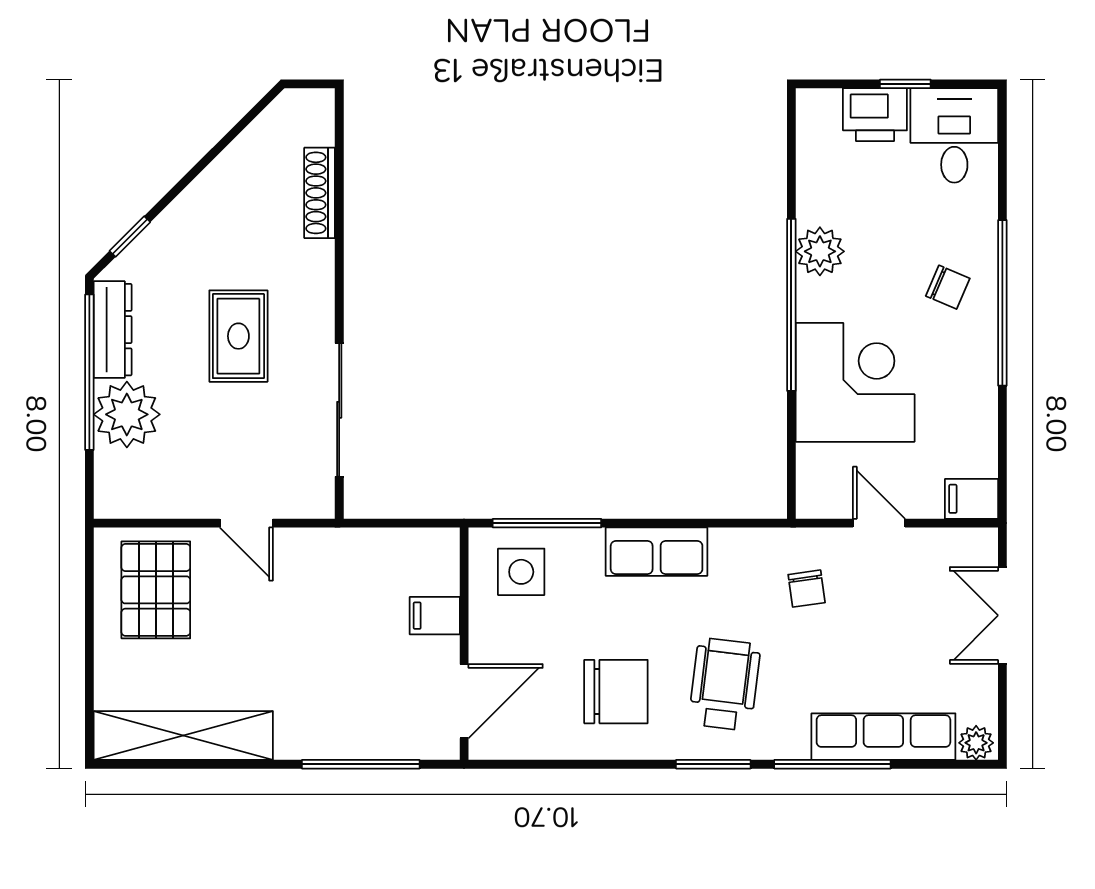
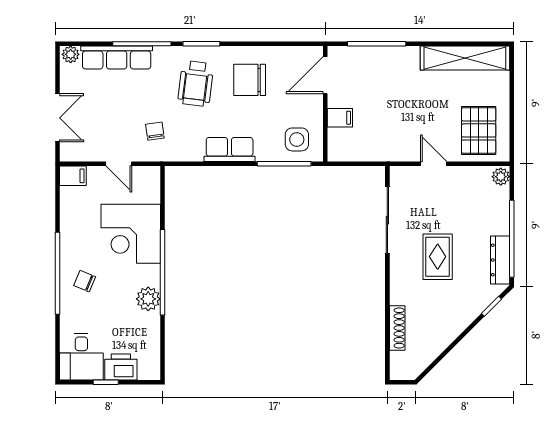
plant: (127, 414) -> (501, 177), moved, width x0.53, depth x0.53

